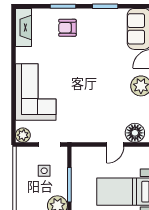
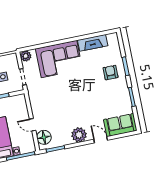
fireplace: (23, 27) -> (93, 43), moved

